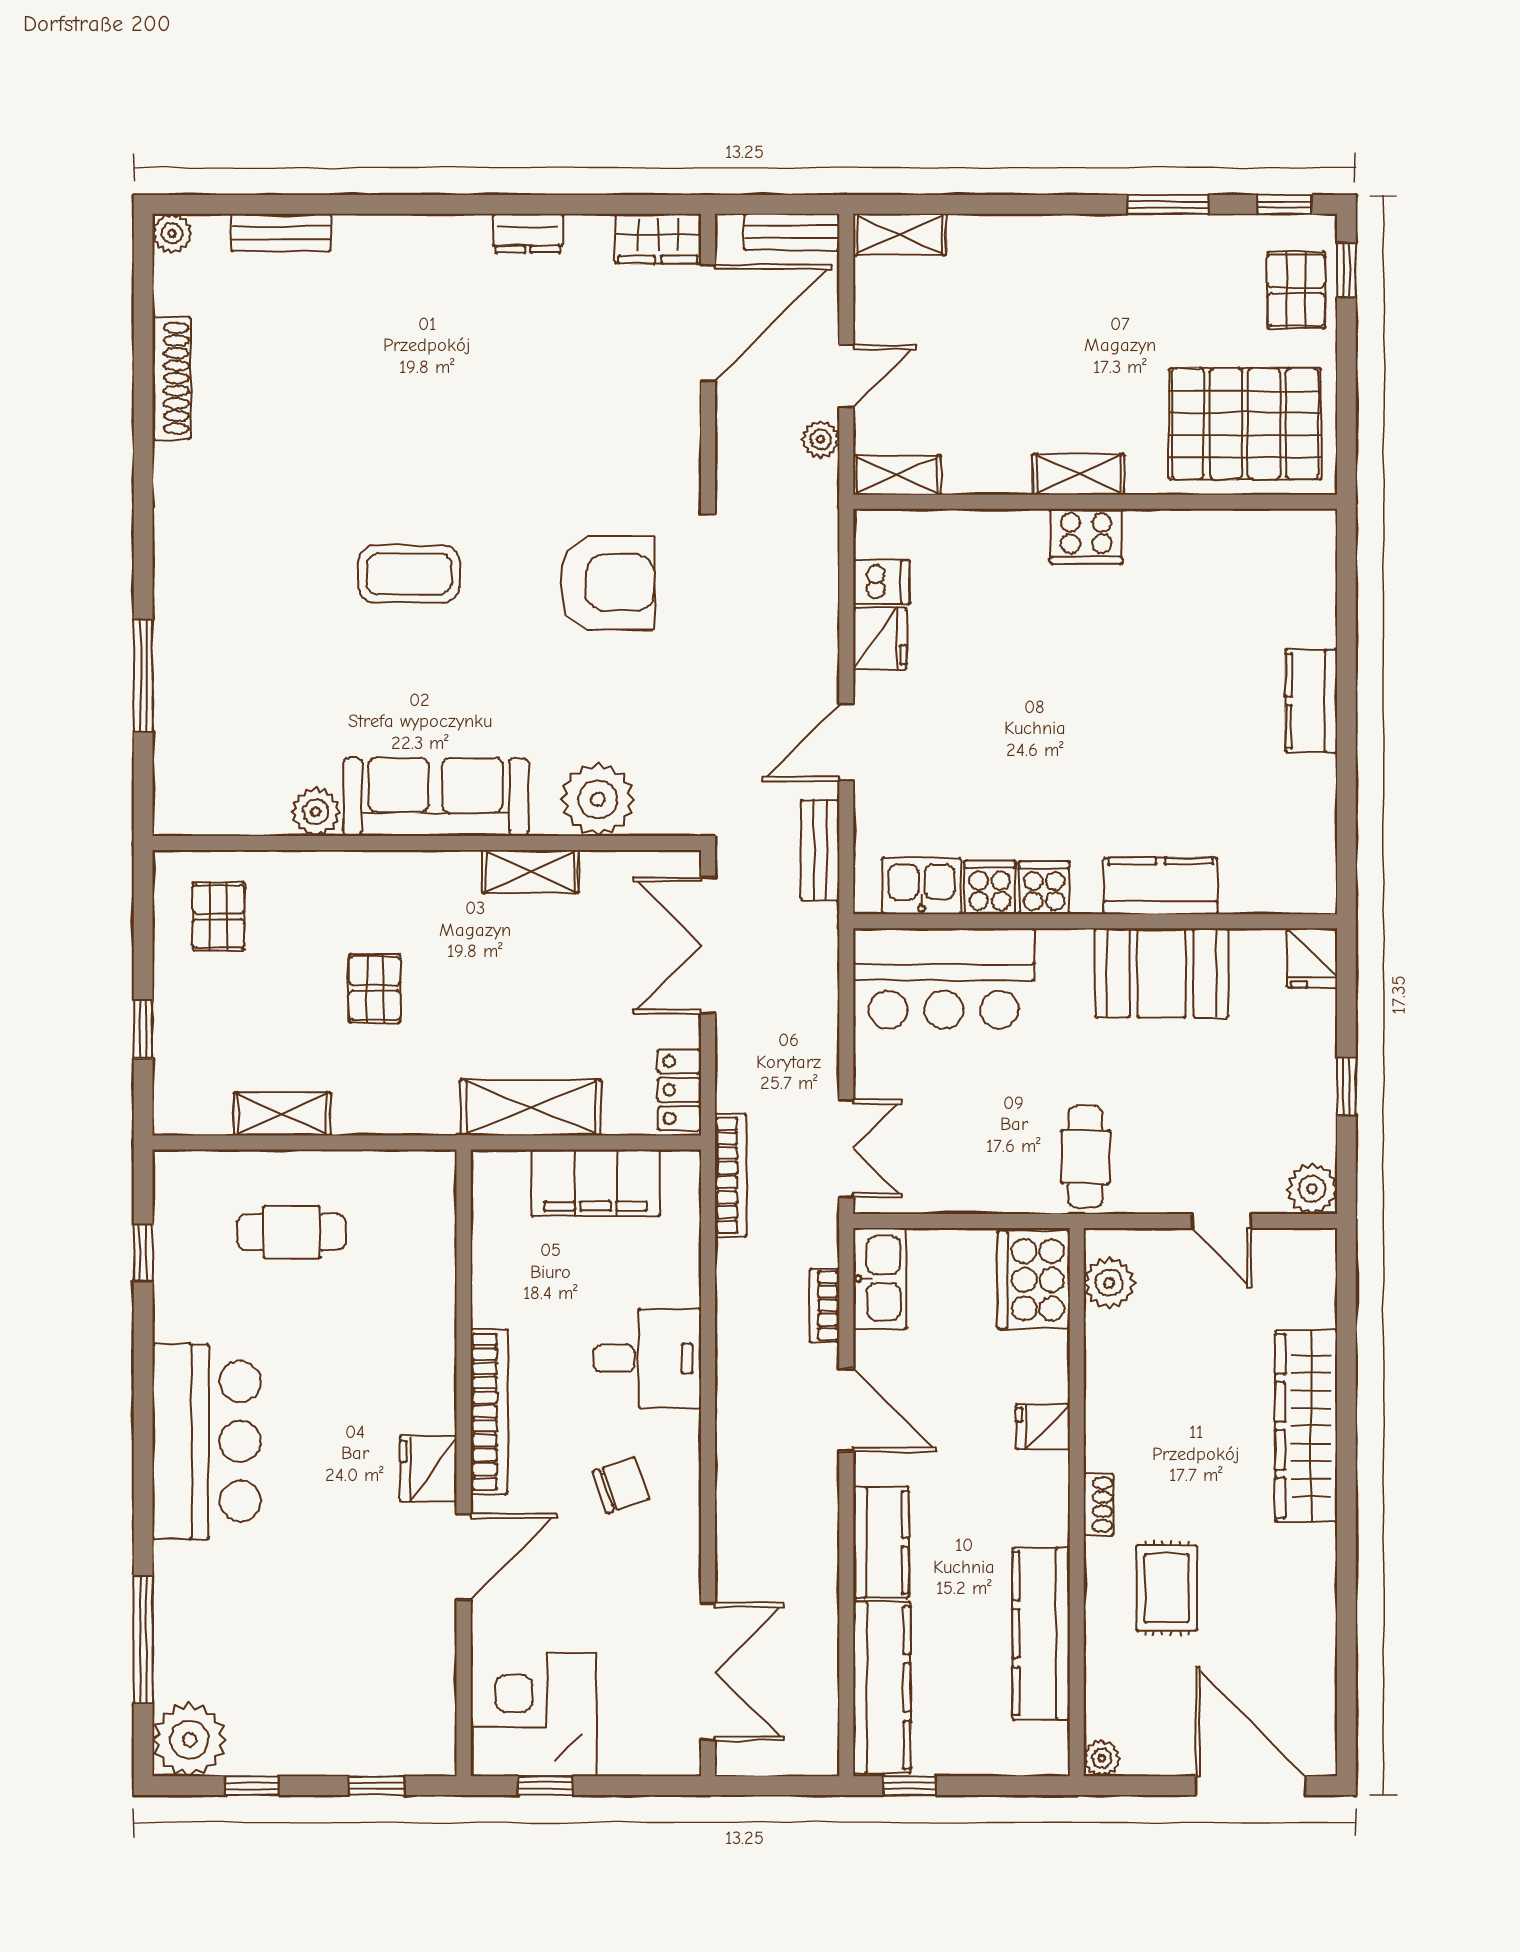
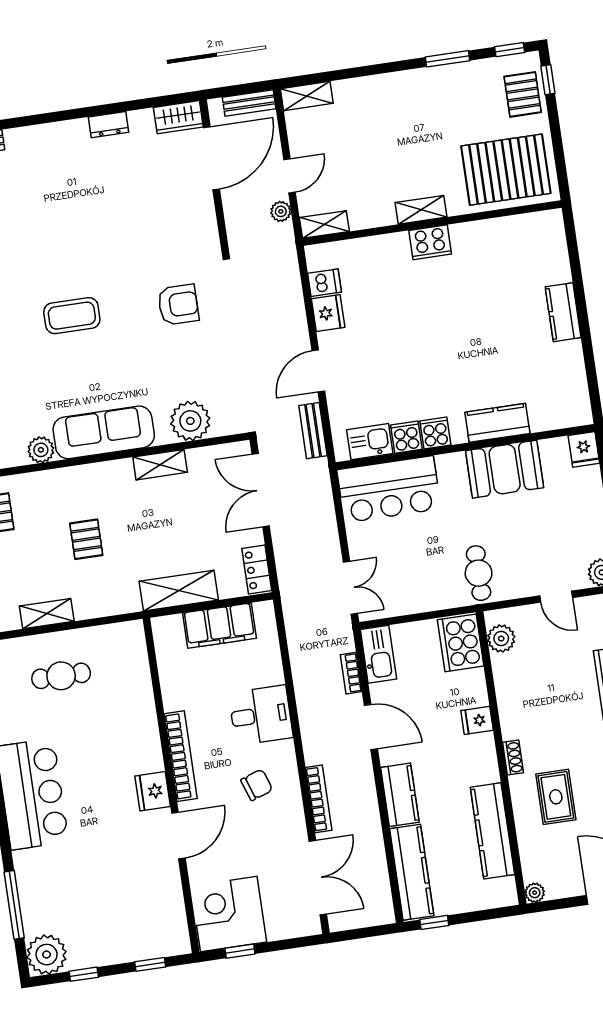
armchair: (607, 583) -> (178, 305), width x0.73, depth x0.73
bookcase: (731, 1175) -> (319, 799), moved

